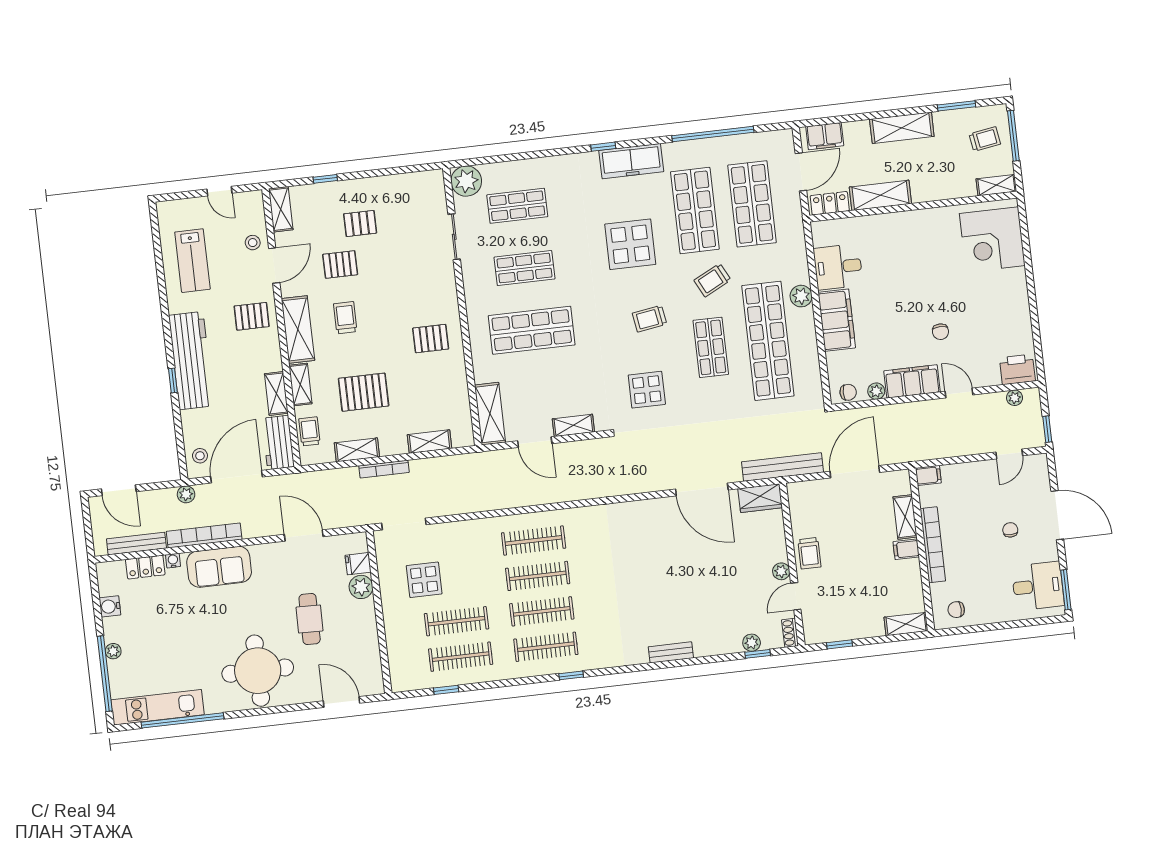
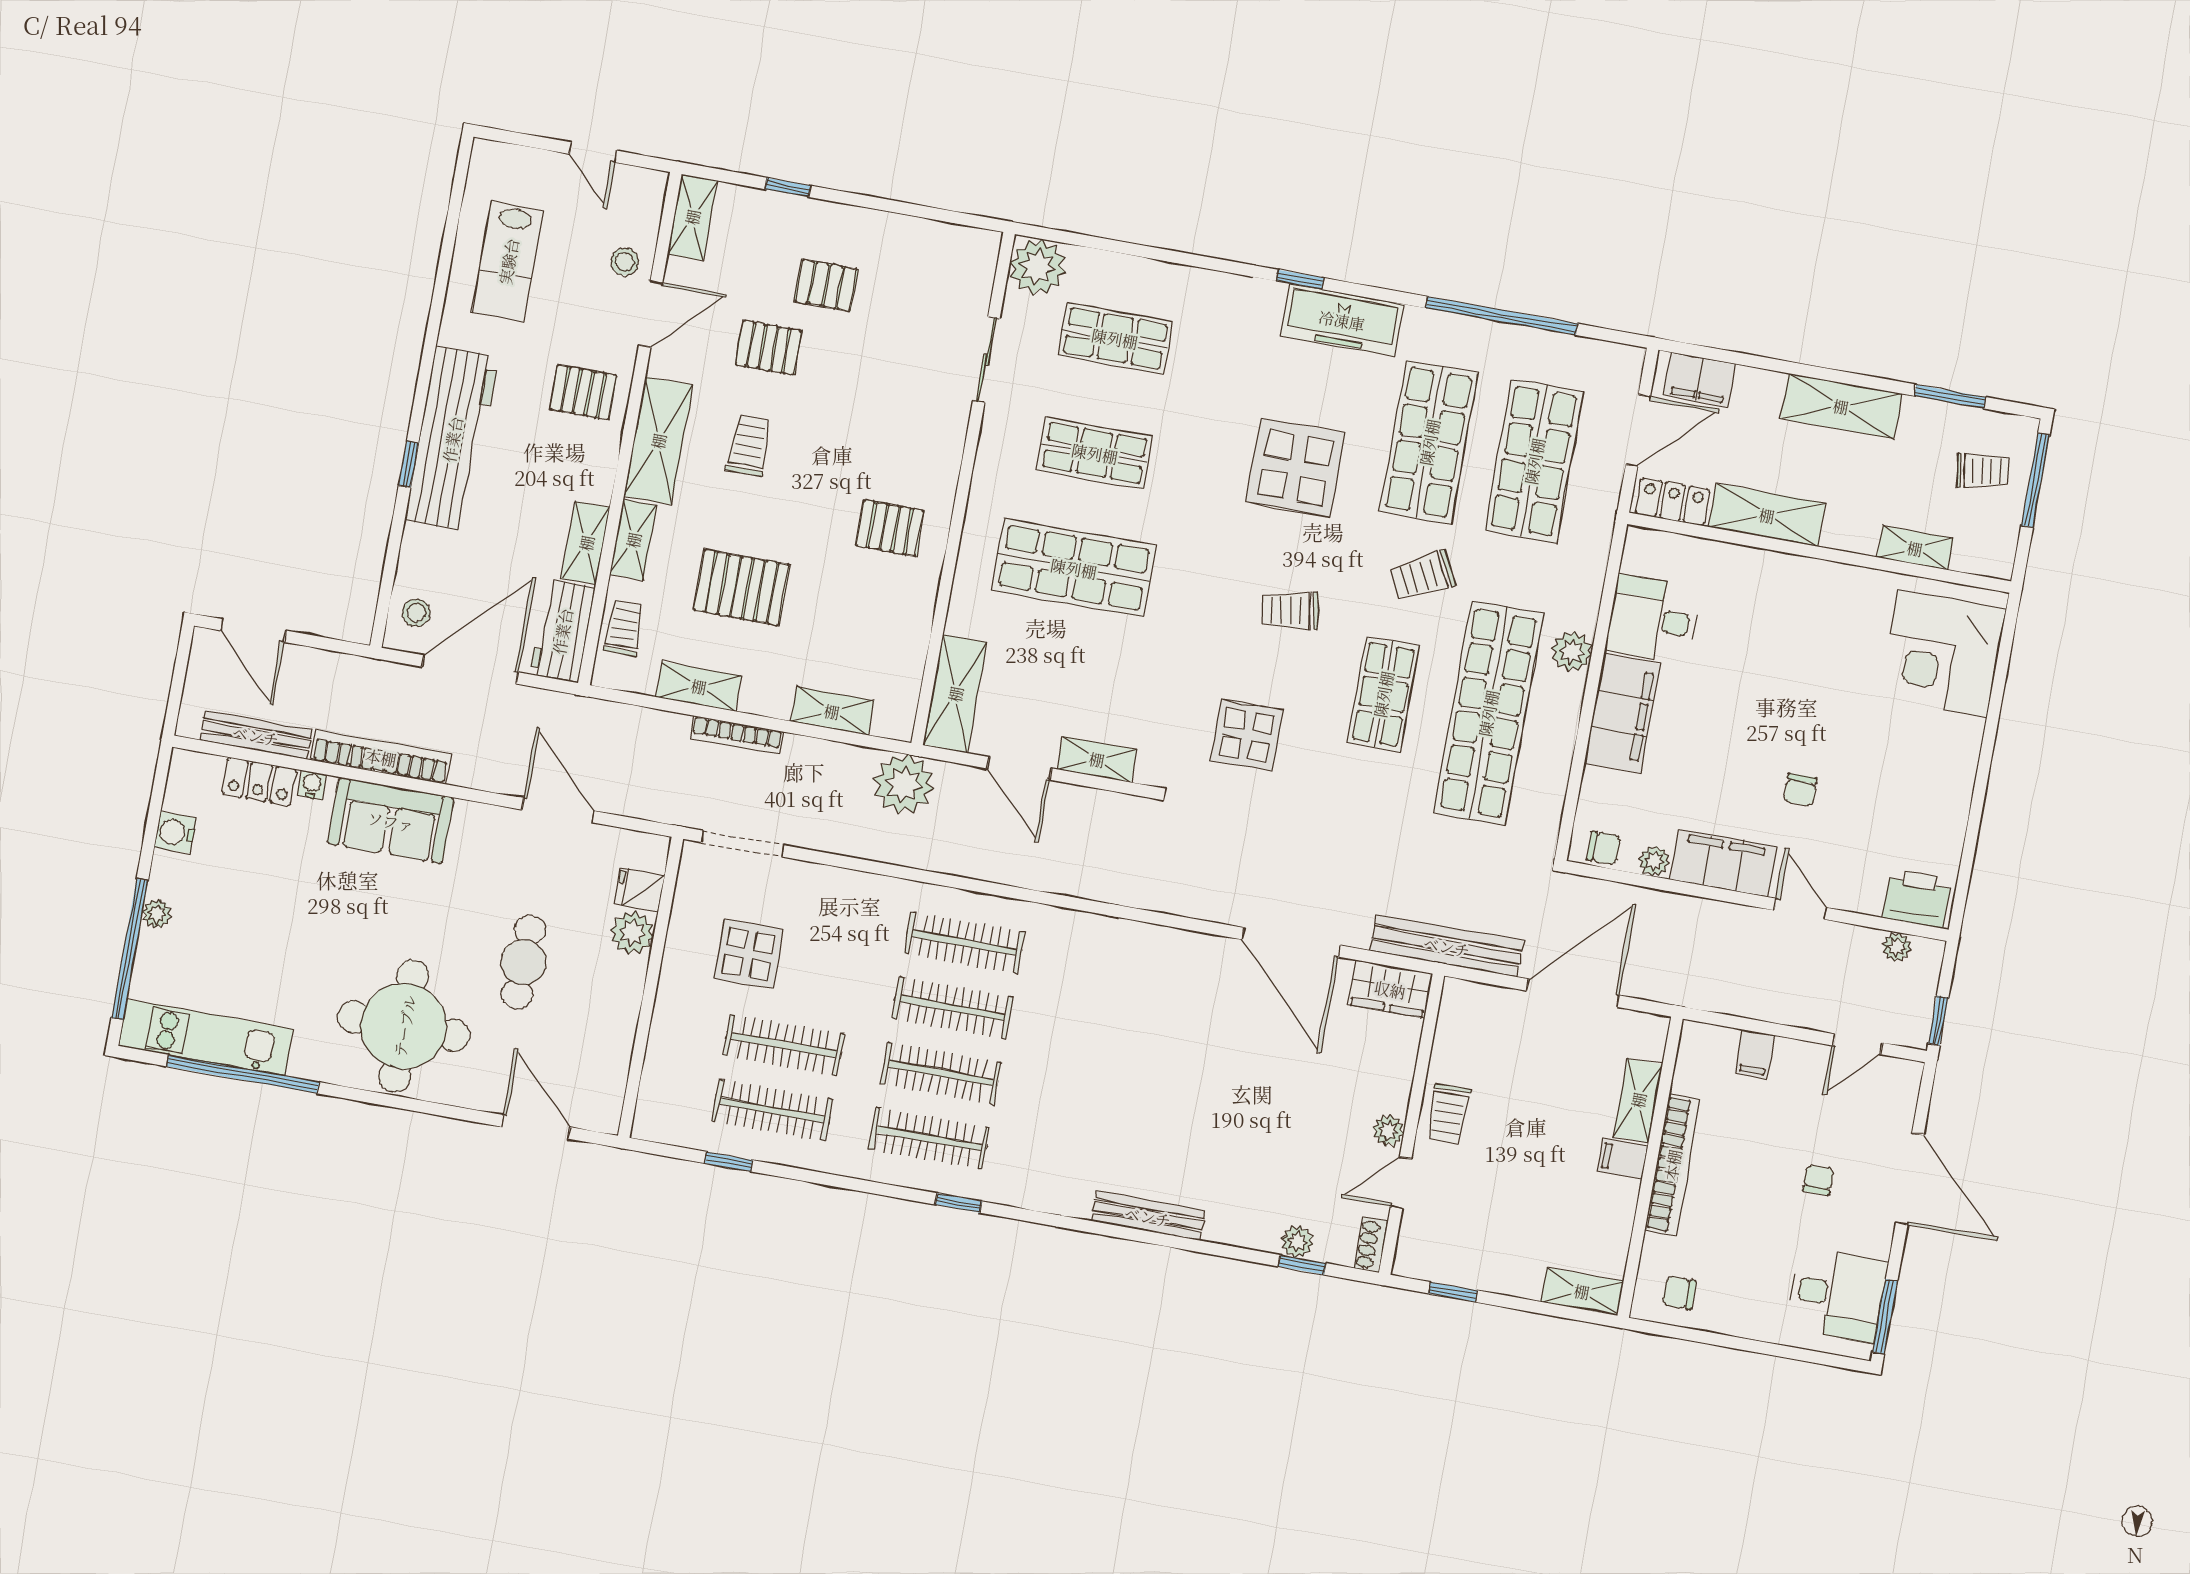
shelving: (996, 185) -> (1915, 548), moved
filing cabinet: (928, 475) -> (1755, 1054), moved, turned 90
plant: (186, 494) -> (904, 784), moved, width x1.87, depth x1.87
bench: (671, 652) -> (1148, 1216), width x1.36

